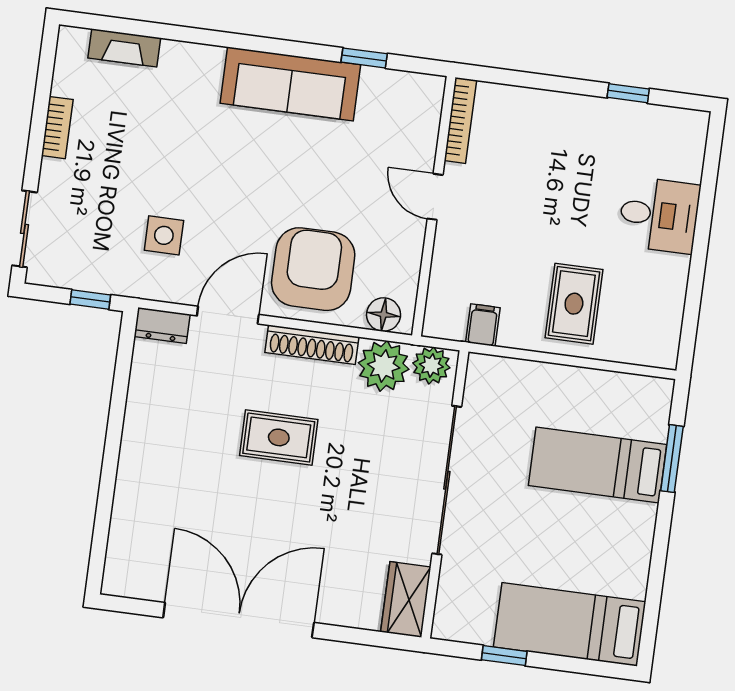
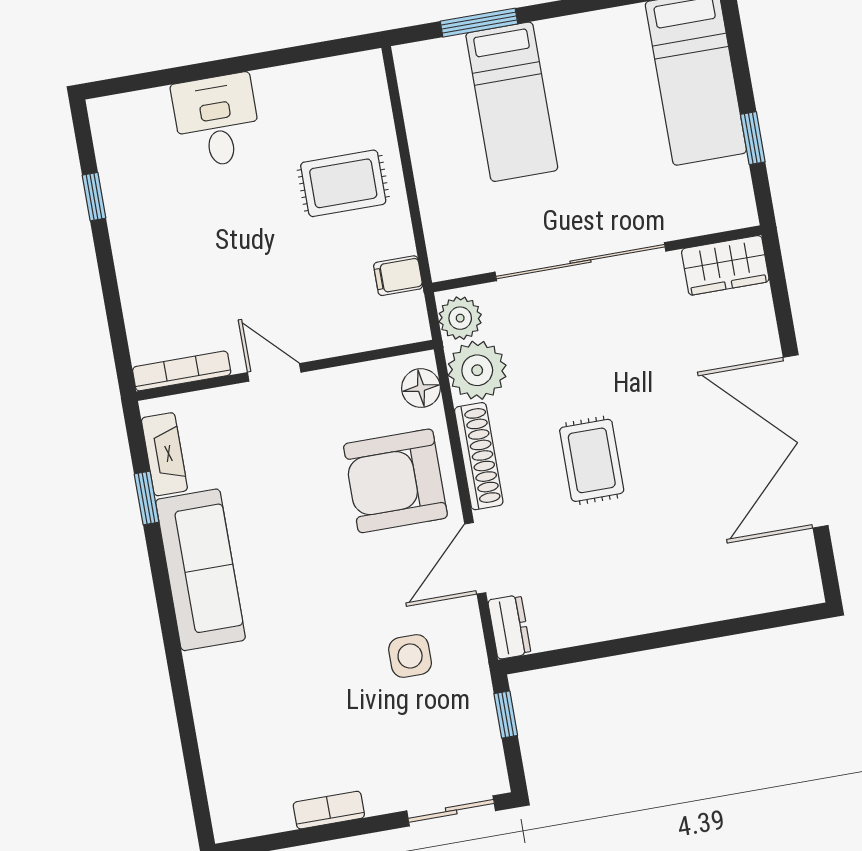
fireplace: (124, 48) -> (164, 454), moved
door: (435, 197) -> (274, 372), swing flipped
door: (228, 315) -> (475, 558), hinge flipped

